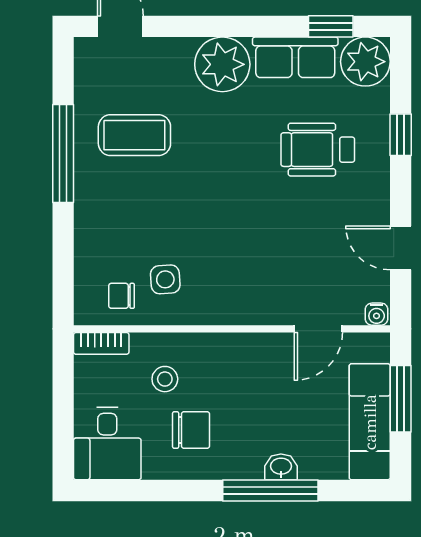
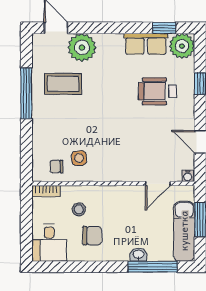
plant: (222, 64) -> (82, 47), moved
window: (270, 491) -> (153, 267), moved

